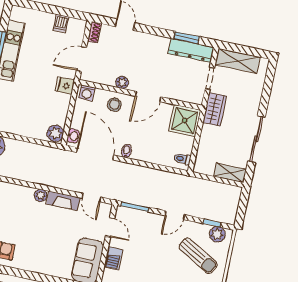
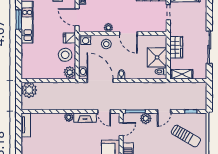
door: (82, 59) -> (77, 17), hinge flipped
door: (148, 96) -> (128, 34), hinge flipped
stool: (54, 108) -> (65, 55), added
wardrobe: (215, 109) -> (176, 47), moved
shower: (185, 120) -> (157, 57), moved
shelving: (230, 173) -> (182, 74), moved
door: (110, 227) -> (121, 129), hinge flipped
plant: (217, 234) -> (146, 118), moved

